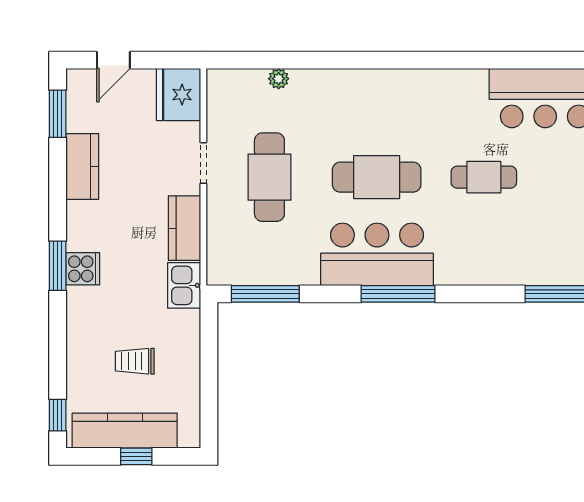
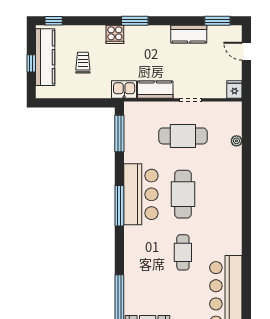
fridge: (179, 95) -> (234, 90), width x0.53, depth x0.75
cooker: (83, 269) -> (115, 34), moved

